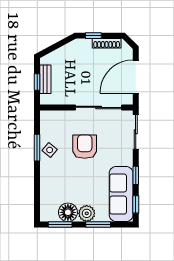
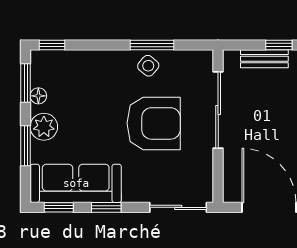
window: (37, 82) -> (279, 45), moved
sliding door: (99, 107) -> (218, 110), moved
armchair: (85, 147) -> (154, 123), width x1.36, depth x1.36
window: (37, 208) -> (52, 45), added
floor lamp: (68, 212) -> (38, 96), width x0.53, depth x0.53

